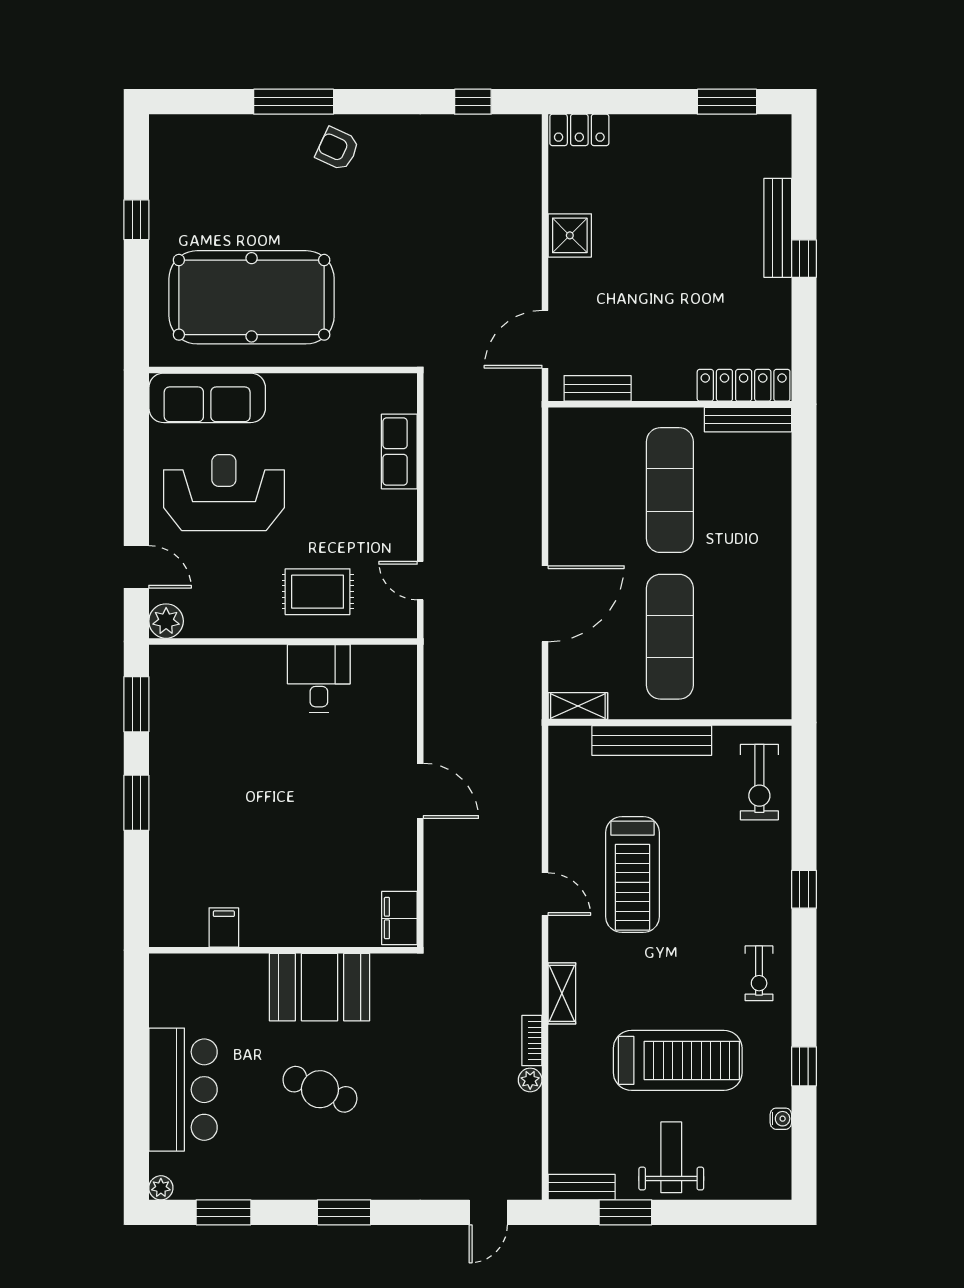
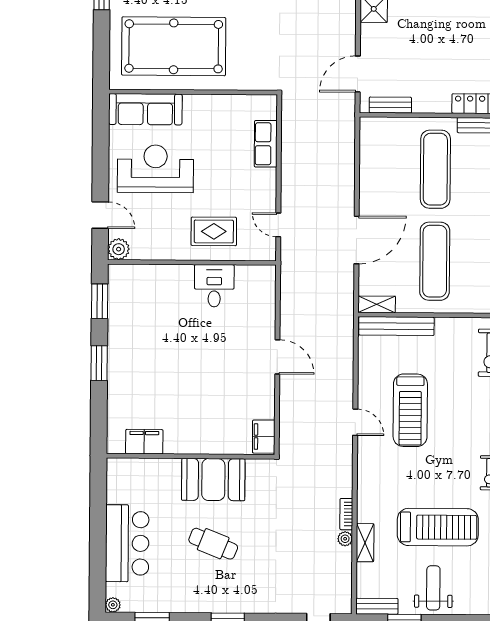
bench: (652, 741) -> (396, 326), moved
filing cabinet: (224, 927) -> (144, 442), width x2.00
shelving: (562, 993) -> (365, 543), moved

